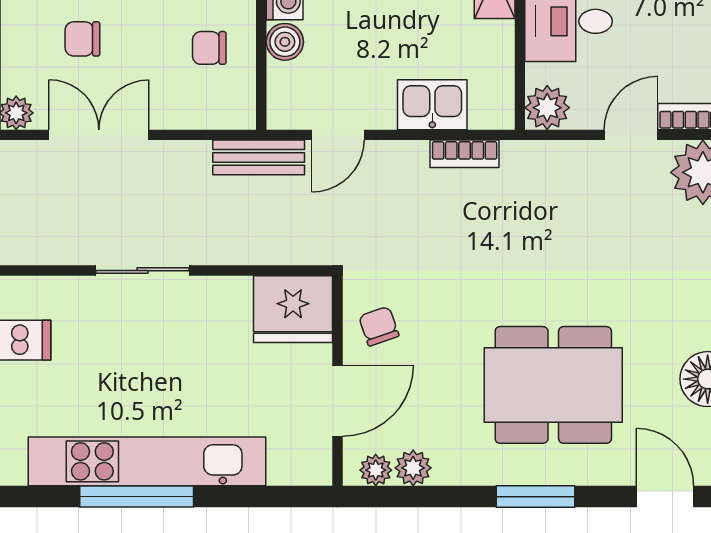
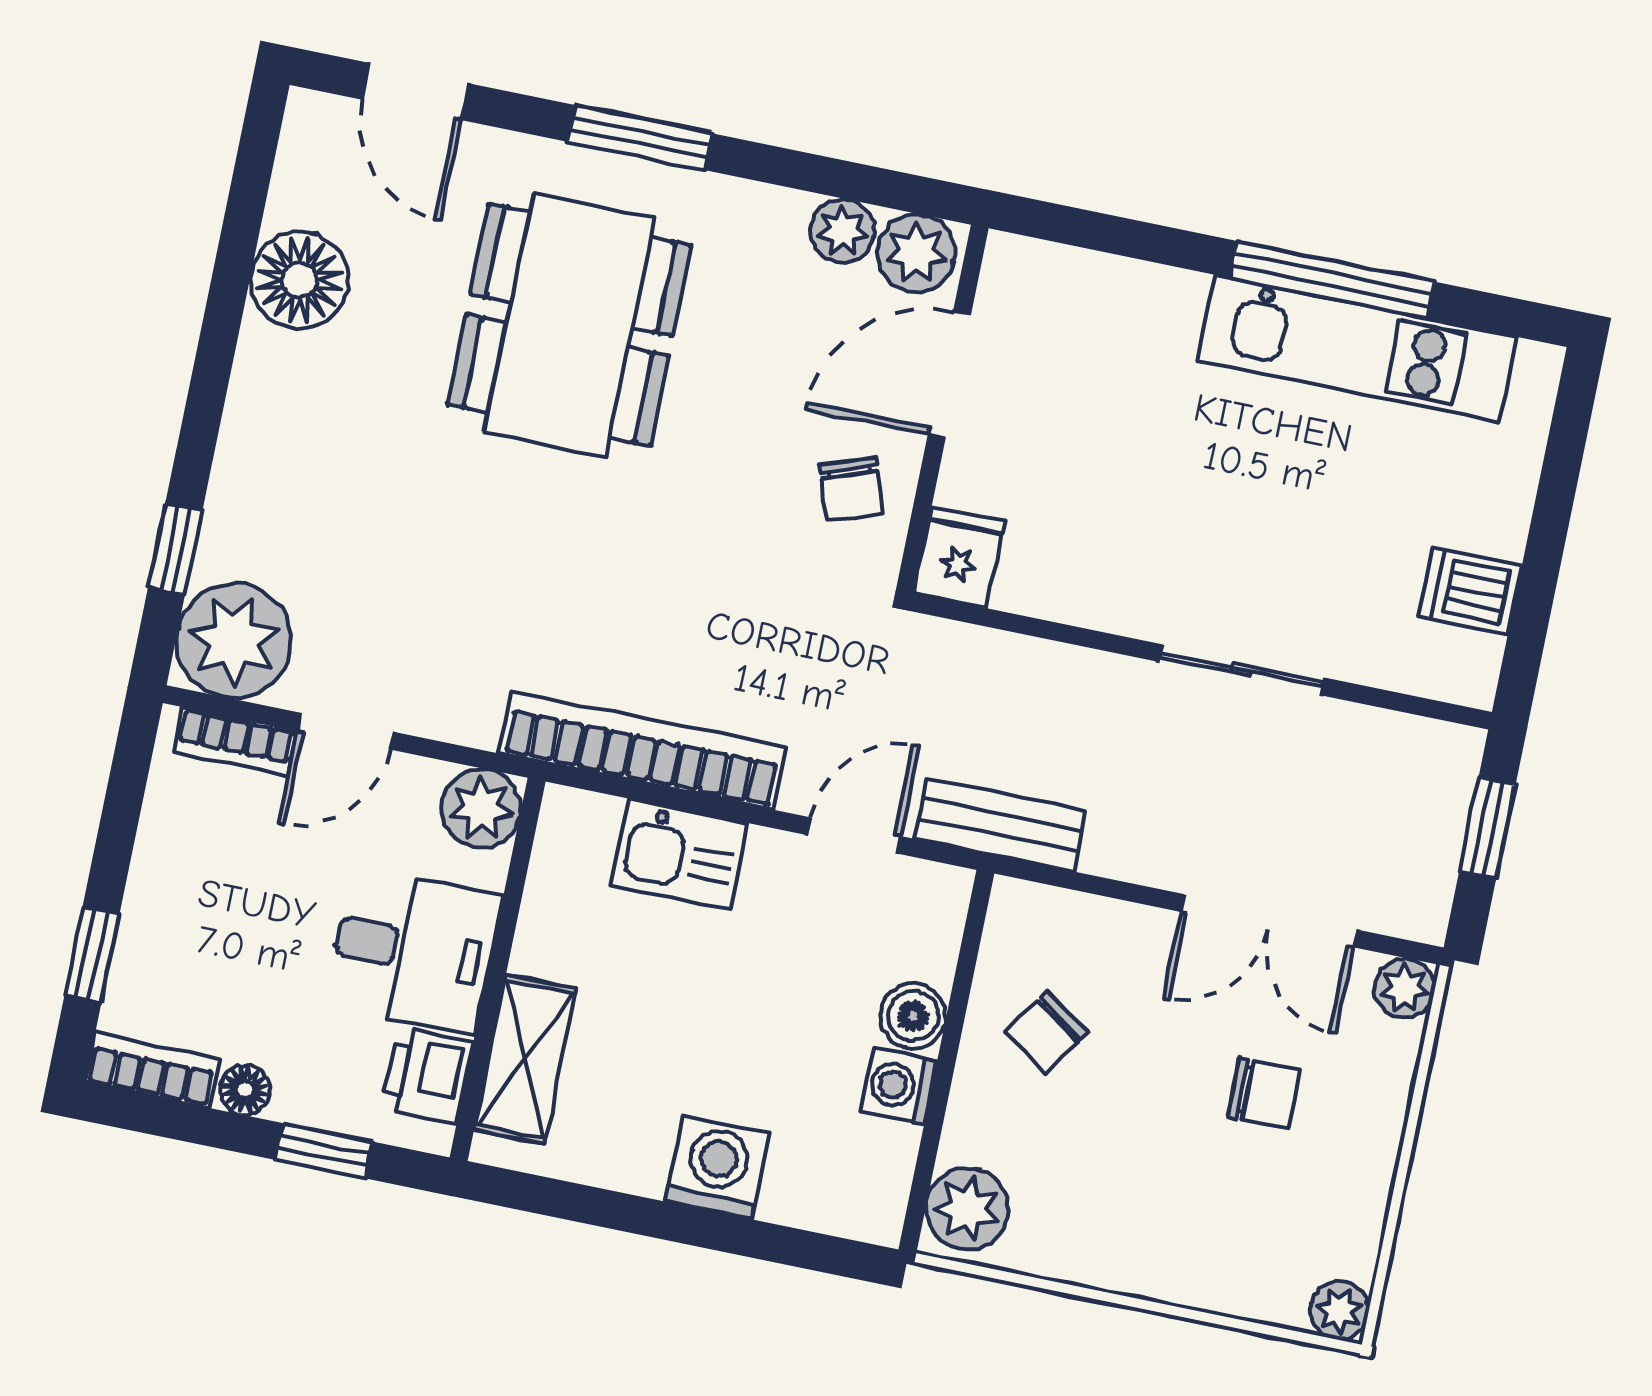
chair: (209, 48) -> (1046, 1032), turned 124
bookcase: (465, 154) -> (643, 750), width x2.31, depth x1.31
fridge: (293, 309) -> (959, 557), width x0.53, depth x0.75
dining table: (553, 385) -> (569, 325), turned 90
kitchen unit: (147, 461) -> (1357, 348), width x0.73
plant: (376, 470) -> (916, 253), width x1.38, depth x1.38

